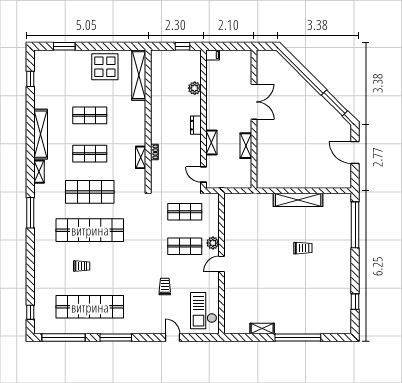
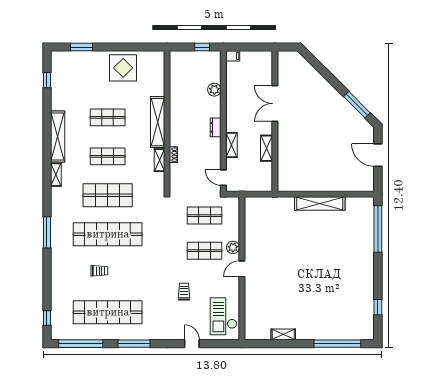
shelving: (139, 75) -> (158, 122), moved
double door: (254, 102) -> (275, 104), swing flipped
window: (30, 213) -> (47, 232), moved
trolley: (303, 248) -> (325, 253), removed
window: (298, 337) -> (337, 344), moved

